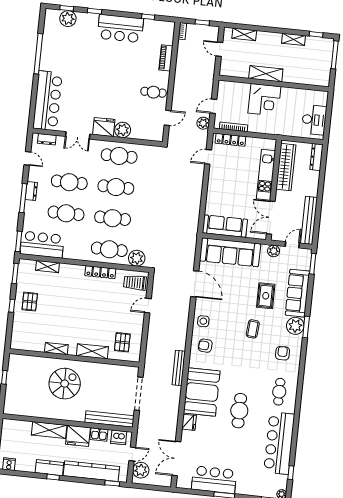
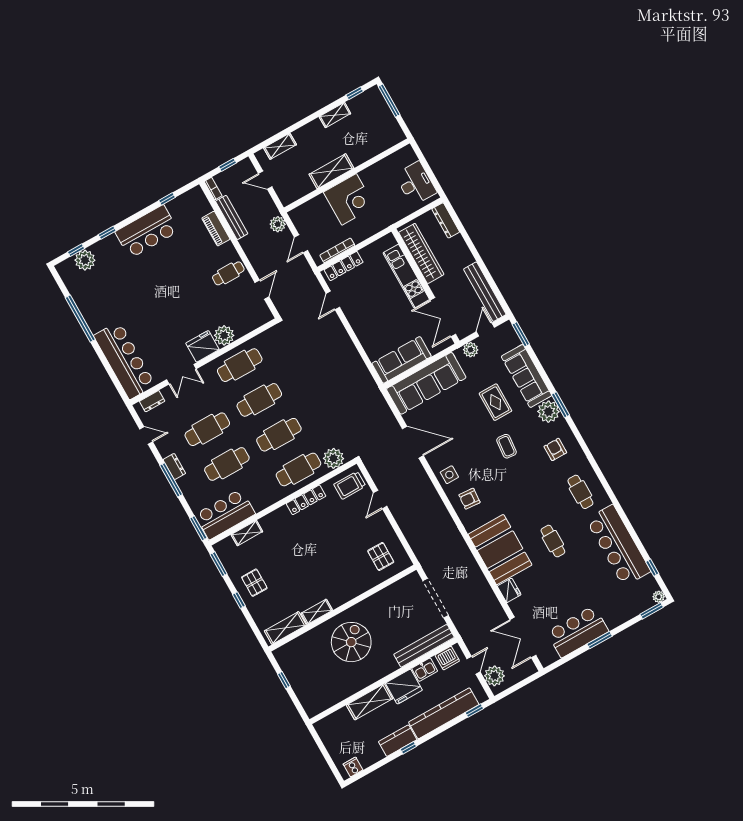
plant: (203, 123) -> (278, 224), moved
shelving: (92, 351) -> (285, 628), moved
bench: (179, 368) -> (232, 217), moved
cafe table: (239, 411) -> (553, 541), width x0.73, depth x0.74

